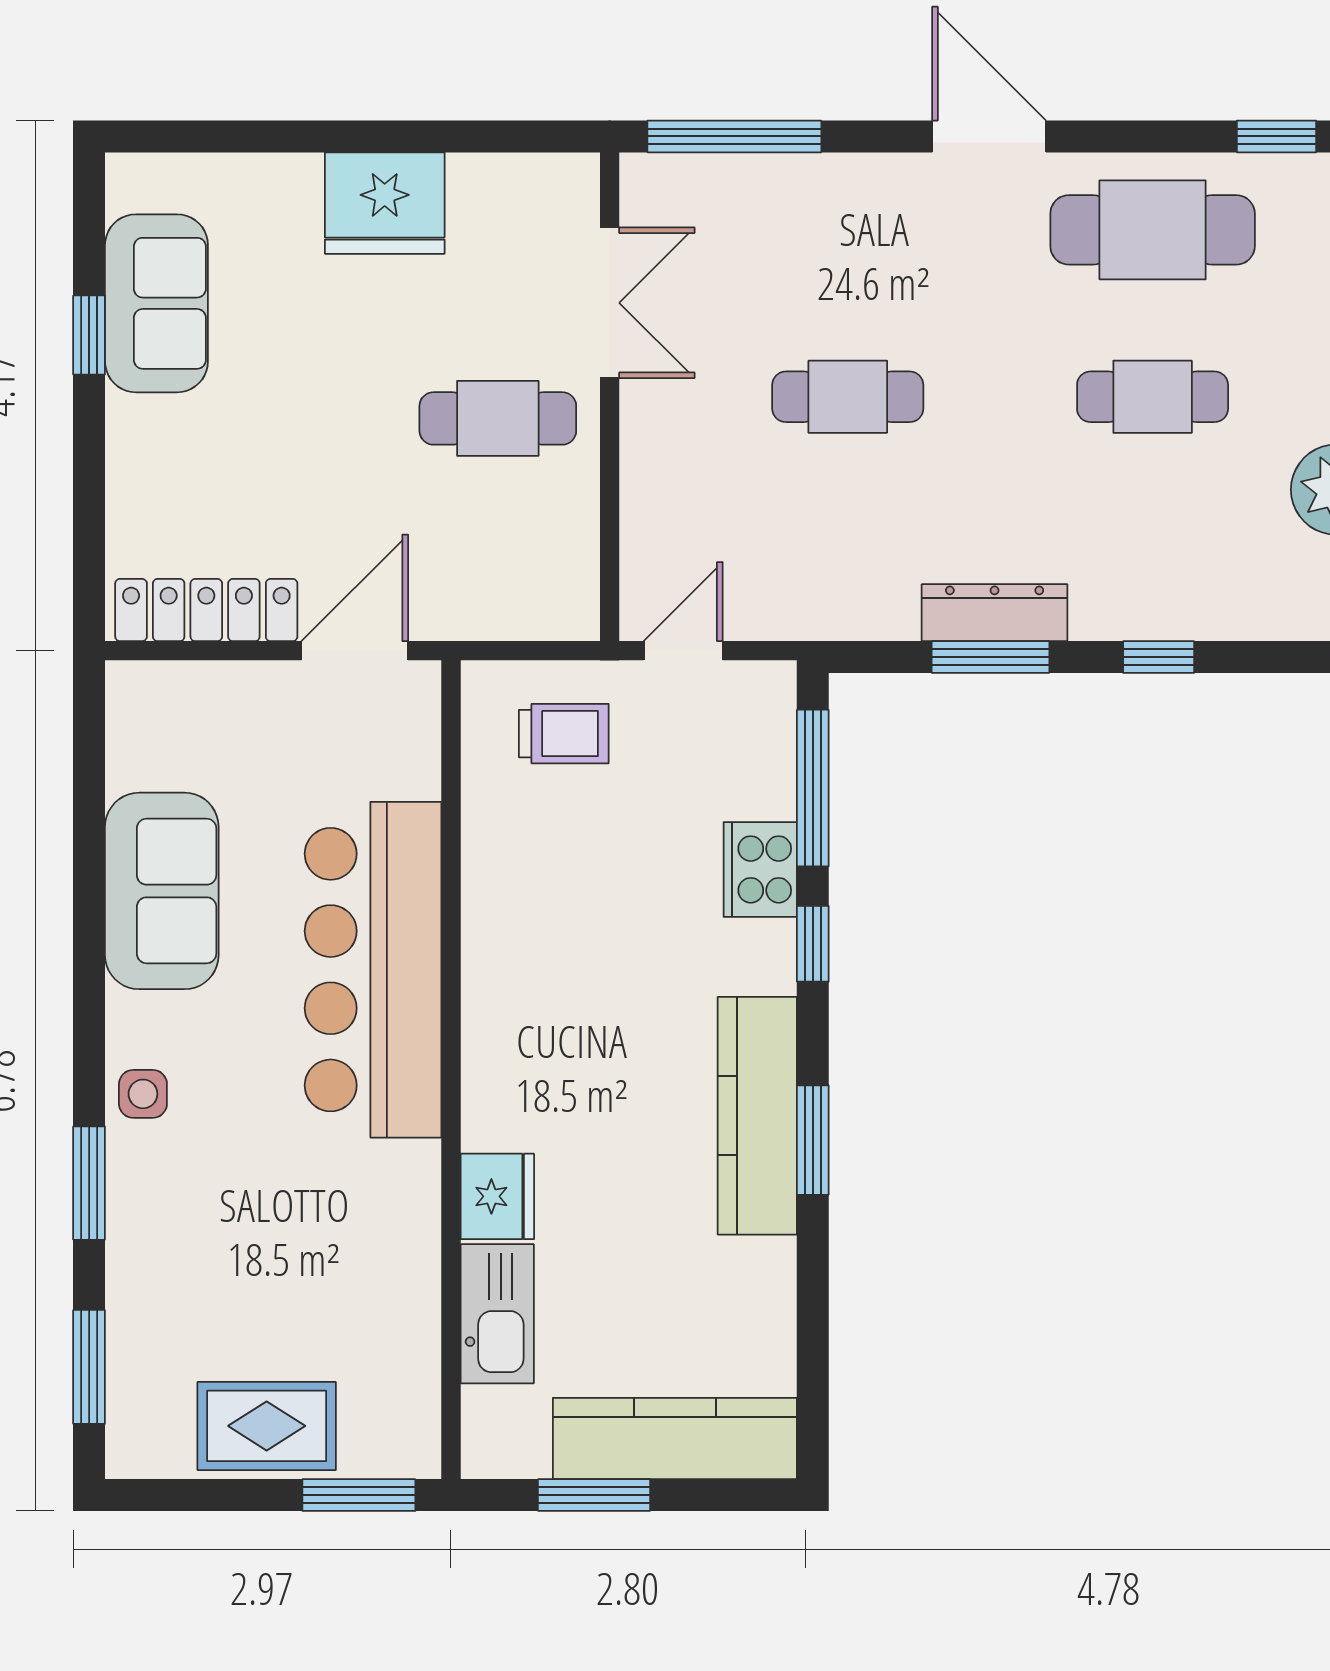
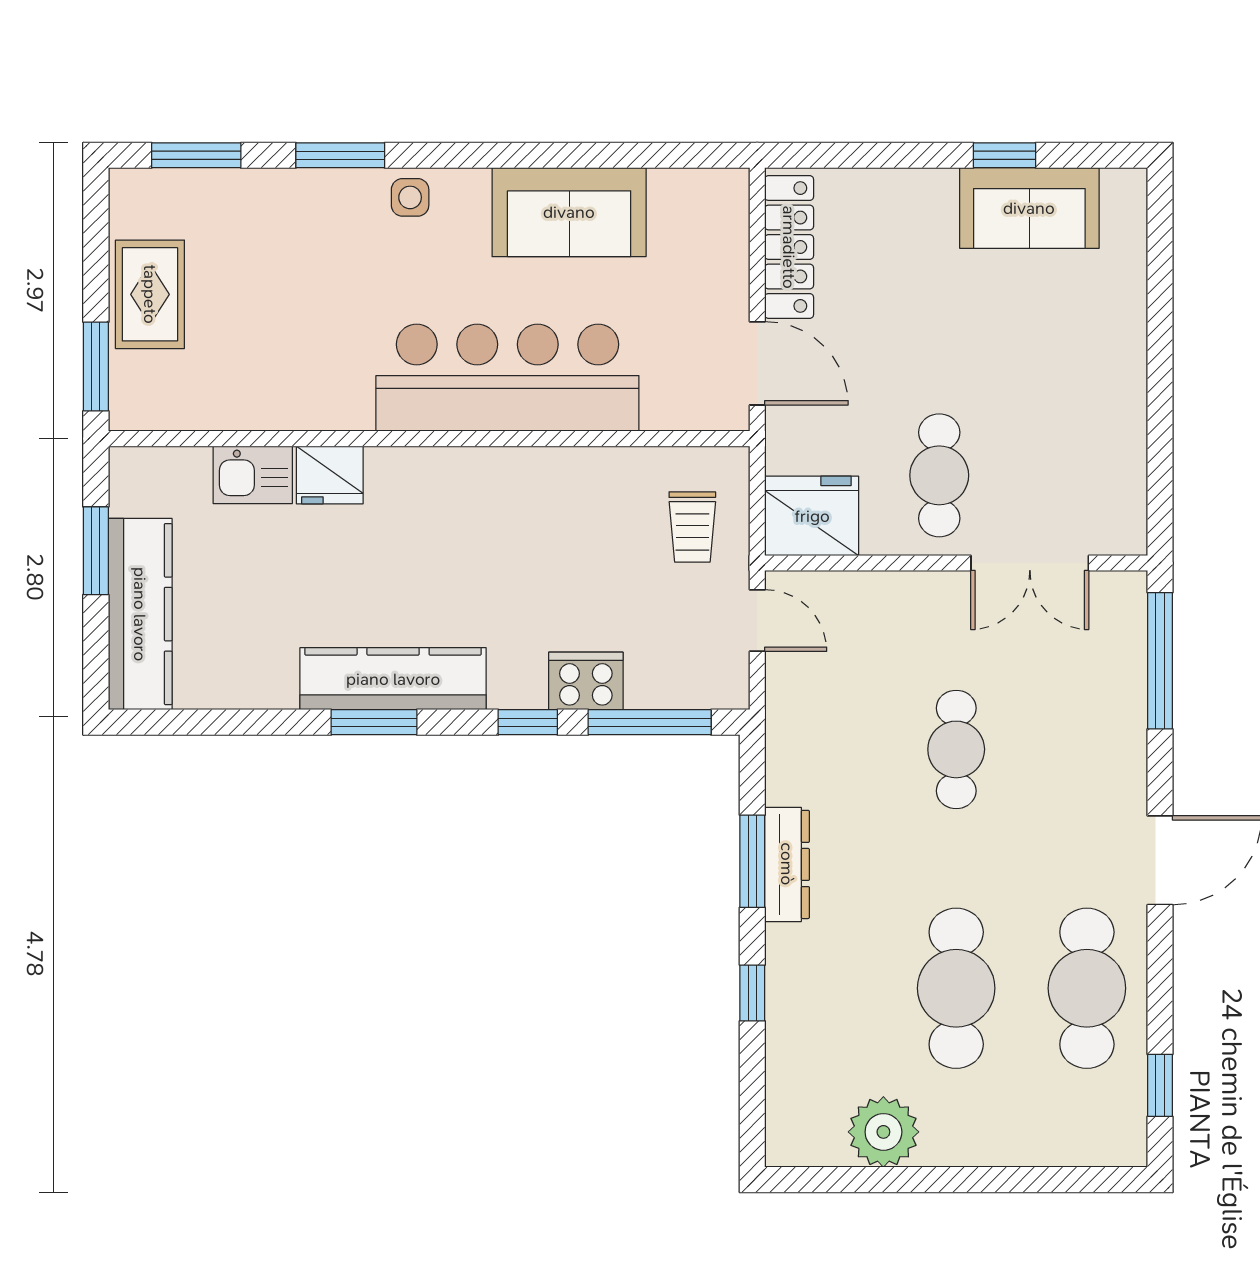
fridge: (385, 203) -> (812, 516), moved, turned 90
cafe table: (1153, 397) -> (956, 988), width x1.37, depth x1.35
kitchen sink: (497, 1314) -> (253, 475), width x0.73

